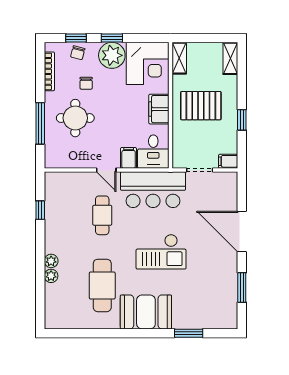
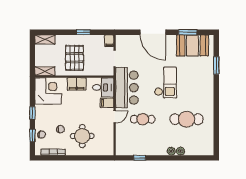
plant: (112, 55) -> (43, 113), removed
window: (40, 123) -> (86, 158), removed
door: (242, 232) -> (153, 32), hinge flipped
booth: (146, 312) -> (192, 45), moved, turned 90

